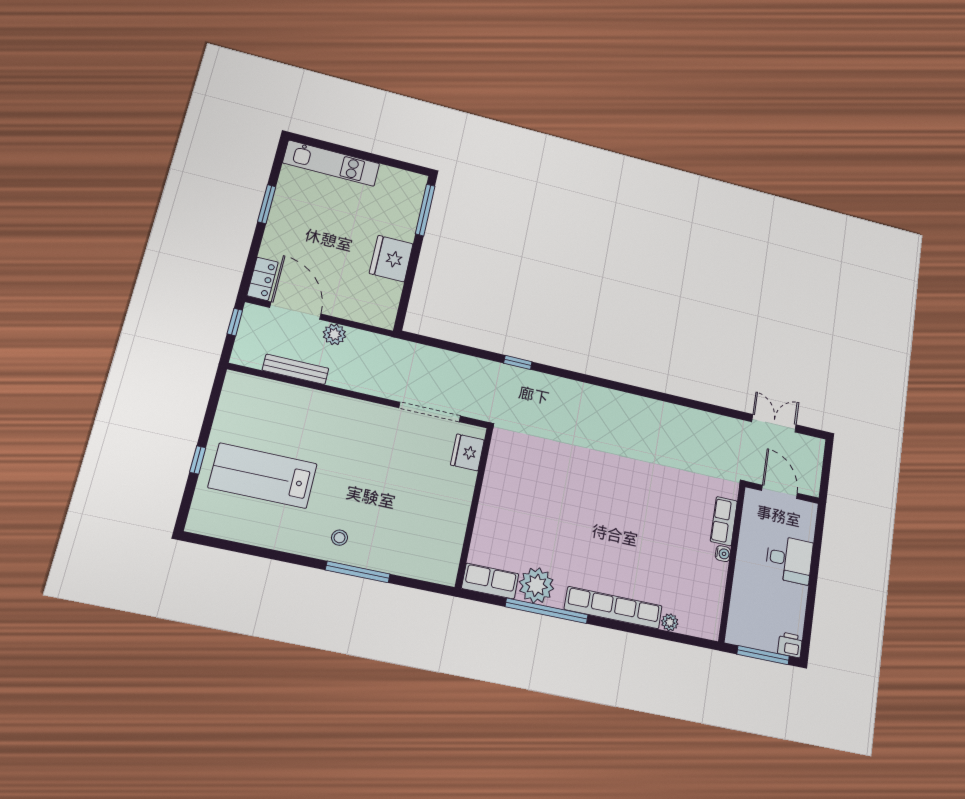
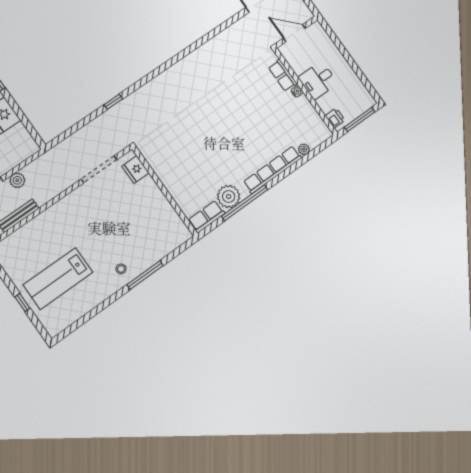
desk: (789, 559) -> (318, 80), moved, turned 180
printer: (790, 645) -> (335, 118), moved, turned 90

